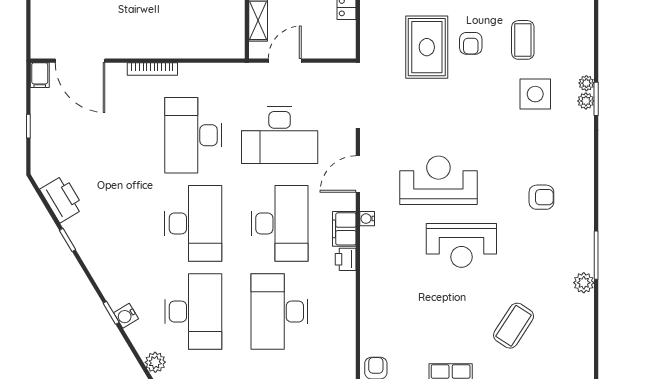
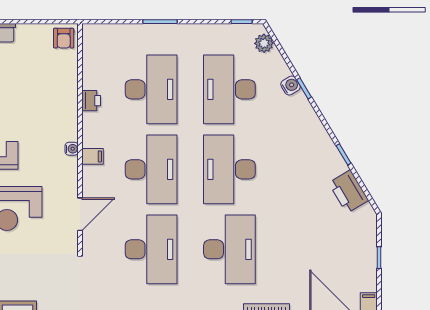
desk: (280, 135) -> (151, 249), turned 90
water cooler: (367, 219) -> (72, 149), moved
desk: (280, 223) -> (151, 169), turned 180
filing cabinet: (344, 229) -> (92, 156), width x0.50
printer: (346, 259) -> (91, 101), moved

